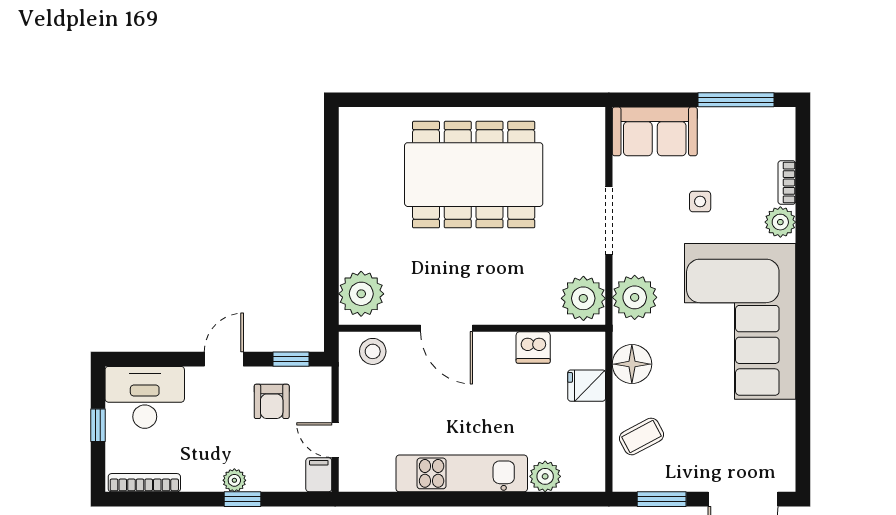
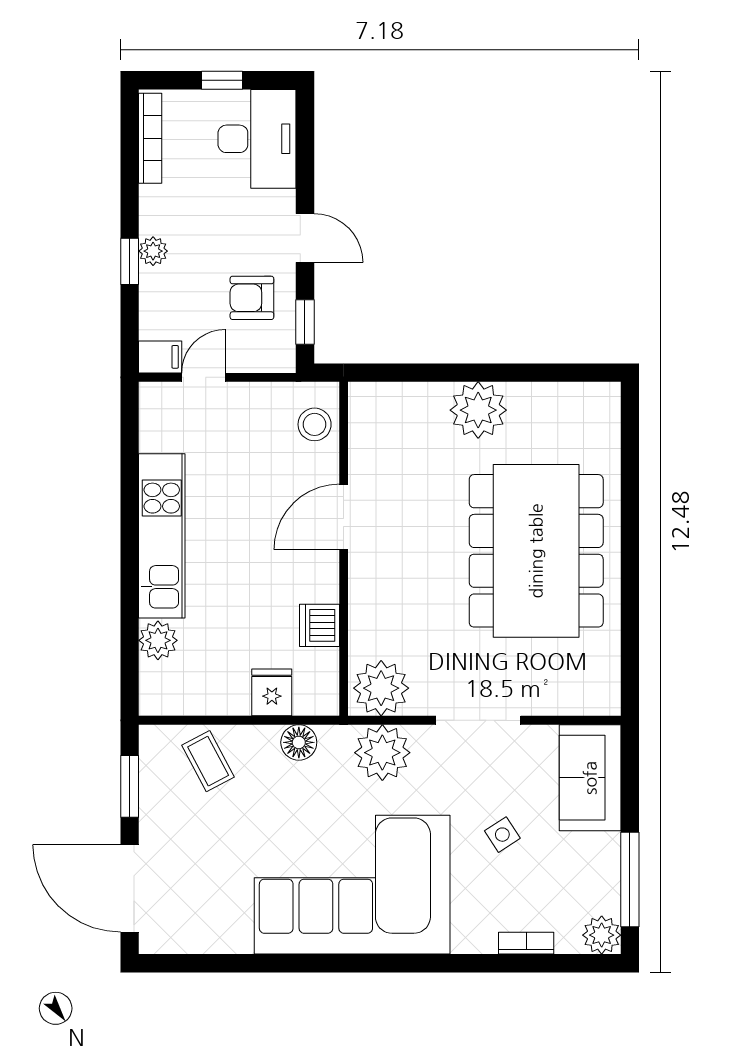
side table: (700, 202) -> (502, 835), turned -33
plant: (780, 222) -> (602, 935), moved
plant: (361, 294) -> (478, 410), moved
floor lamp: (632, 364) -> (299, 742), width x0.73, depth x0.73

